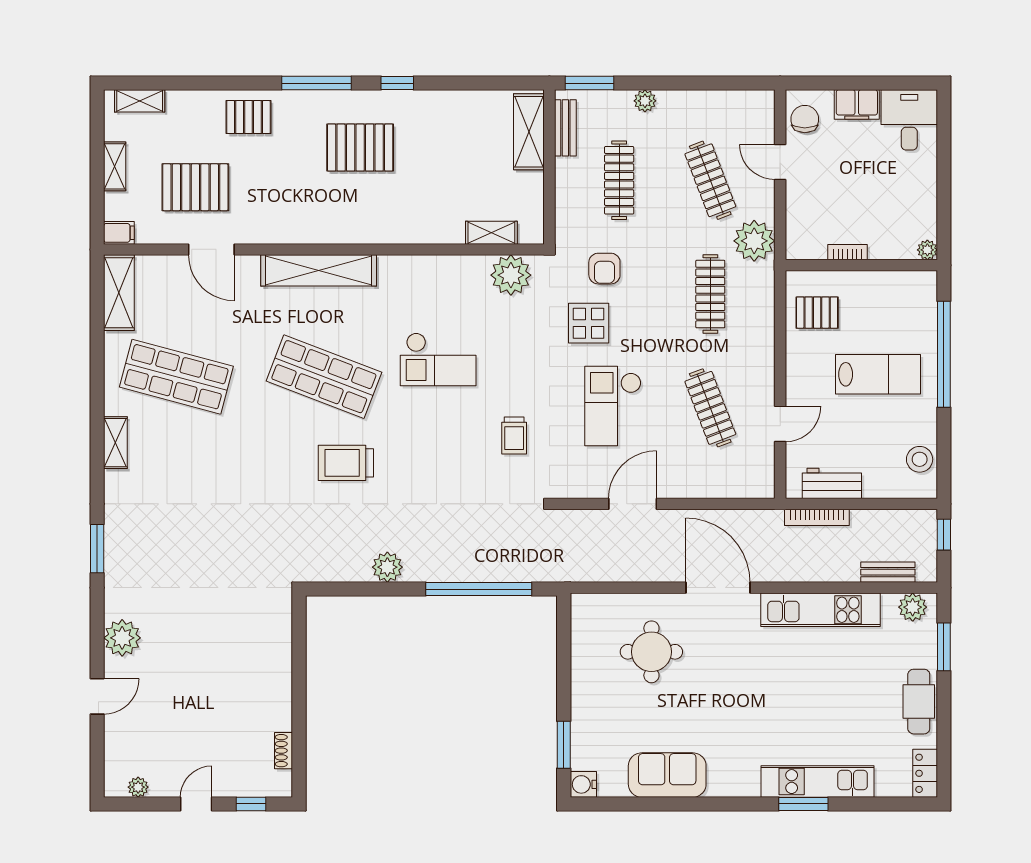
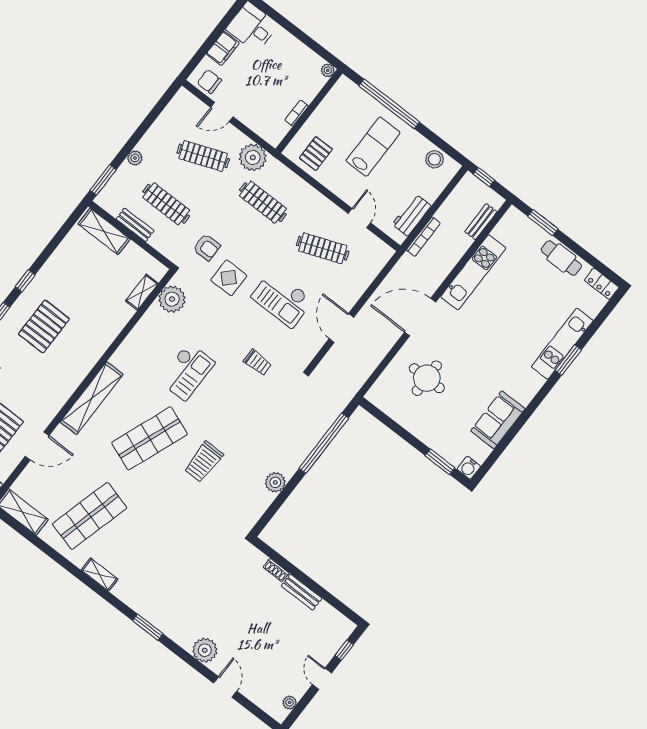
bench: (565, 128) -> (135, 225), moved
plant: (913, 607) -> (509, 223), removed
bench: (281, 700) -> (302, 592), added
shoe rack: (284, 751) -> (276, 570), moved

